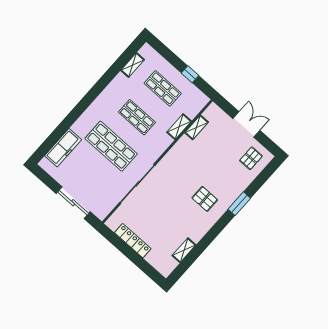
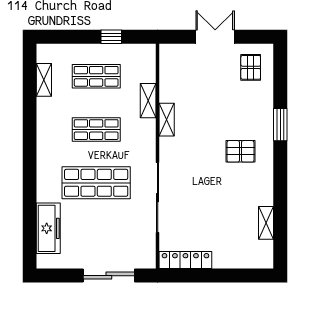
shelving: (197, 127) -> (167, 120), moved
locker: (133, 241) -> (185, 260), moved

